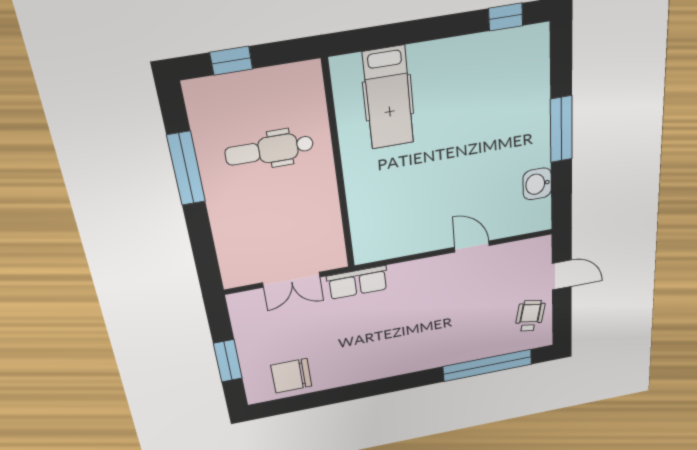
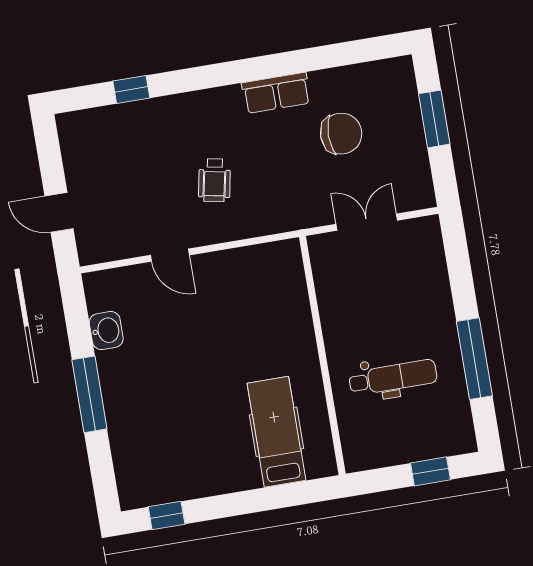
row of seats: (358, 282) -> (276, 93), moved, turned 180
wheelchair: (530, 316) -> (214, 180), moved
window: (488, 365) -> (131, 90), width x0.32
chair: (291, 376) -> (341, 134), moved

